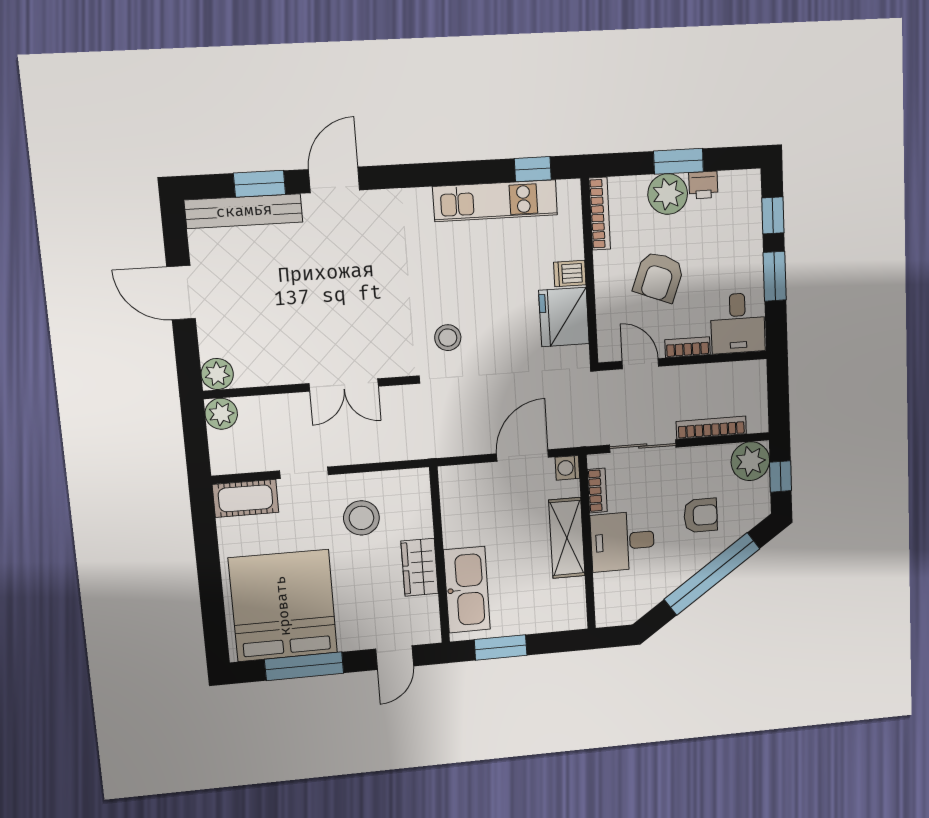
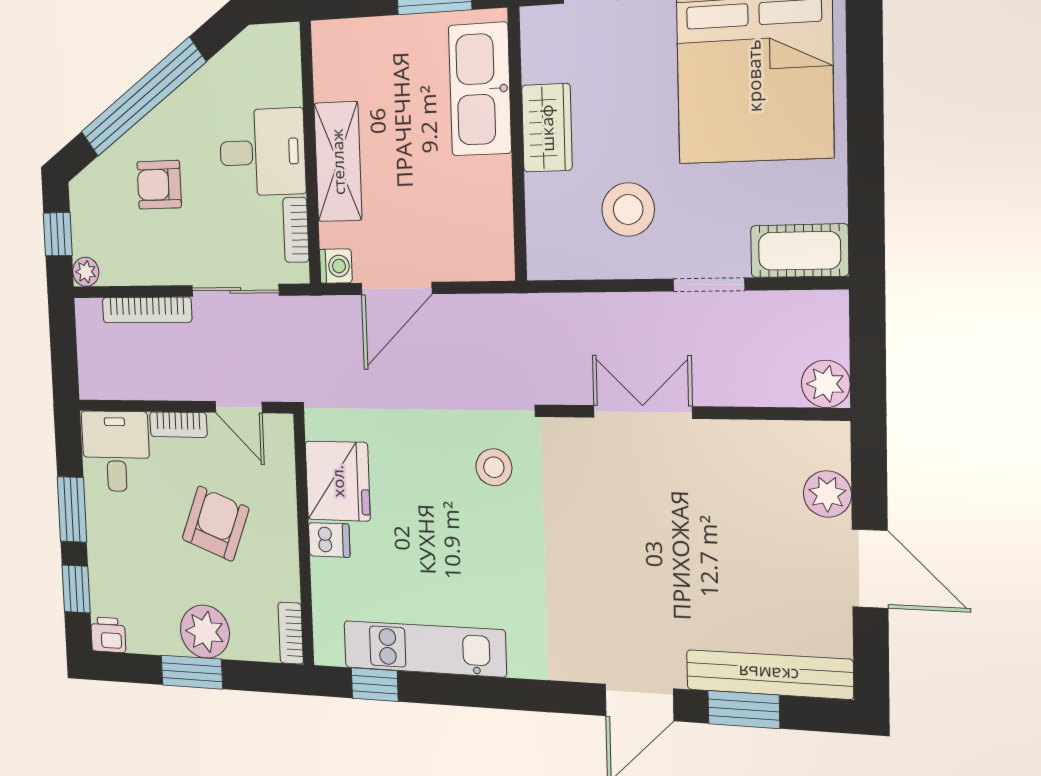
printer: (703, 185) -> (108, 635), moved
bookcase: (600, 214) -> (291, 633), width x0.64
plant: (217, 374) -> (827, 494), moved
plant: (750, 461) -> (86, 272), width x0.53, depth x0.53

